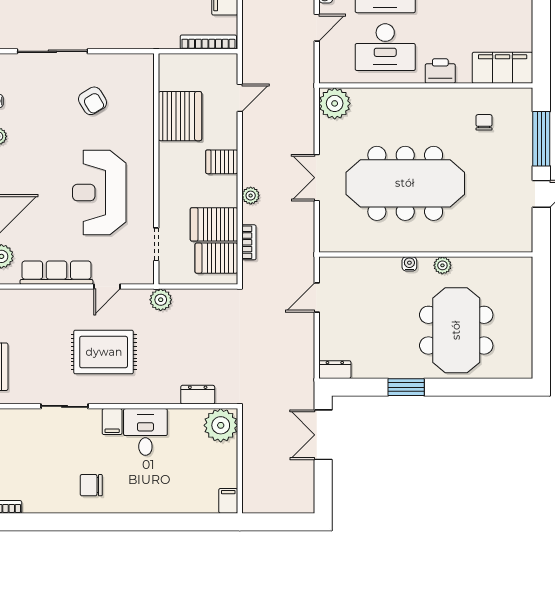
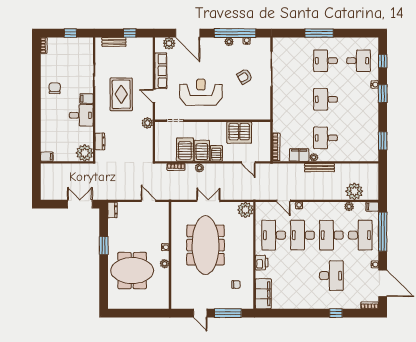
armchair: (92, 101) -> (245, 76), moved
server rack: (216, 258) -> (202, 151), moved

